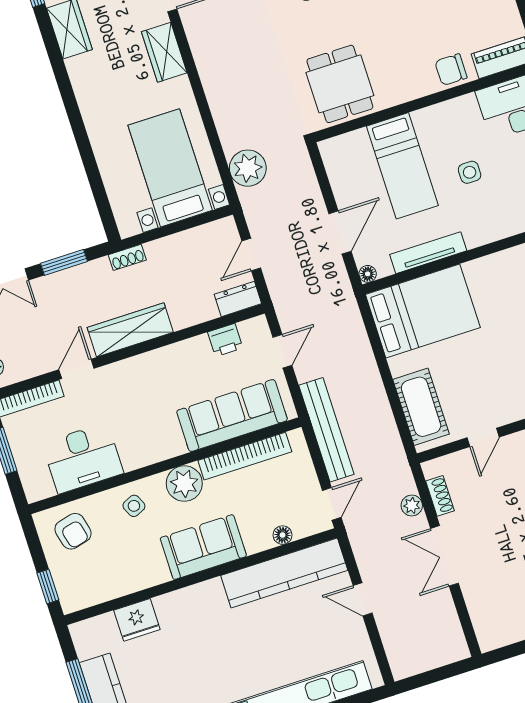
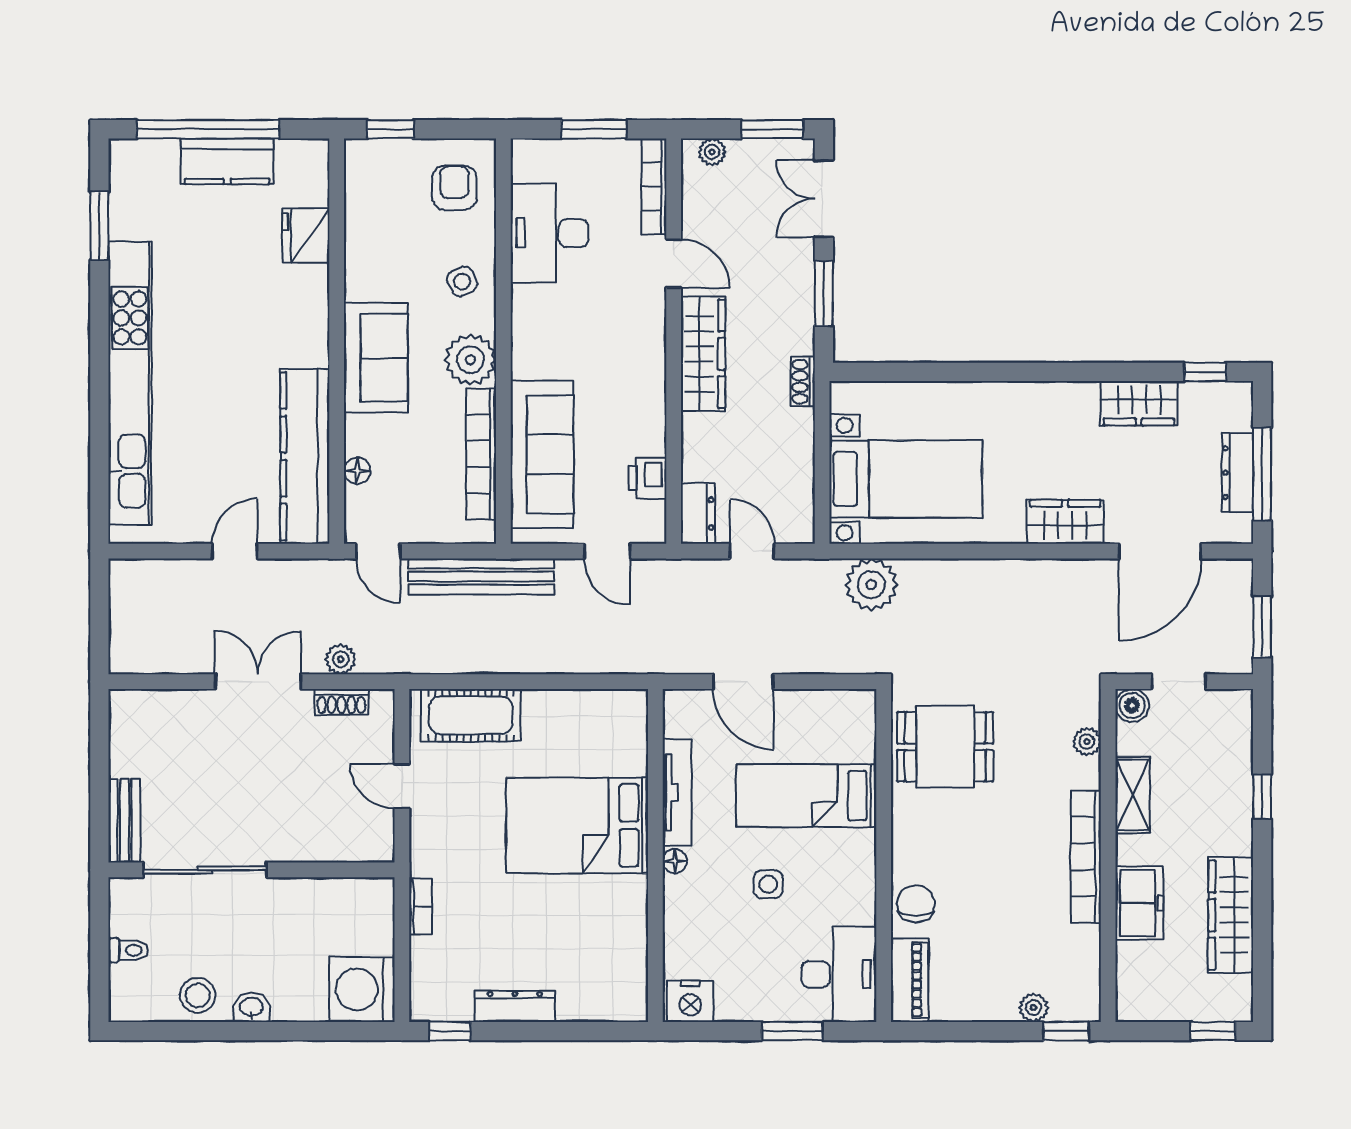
floor lamp: (368, 274) -> (675, 861), moved
bed: (423, 311) -> (577, 825), moved, turned 90
armchair: (73, 531) -> (454, 188), turned 104

